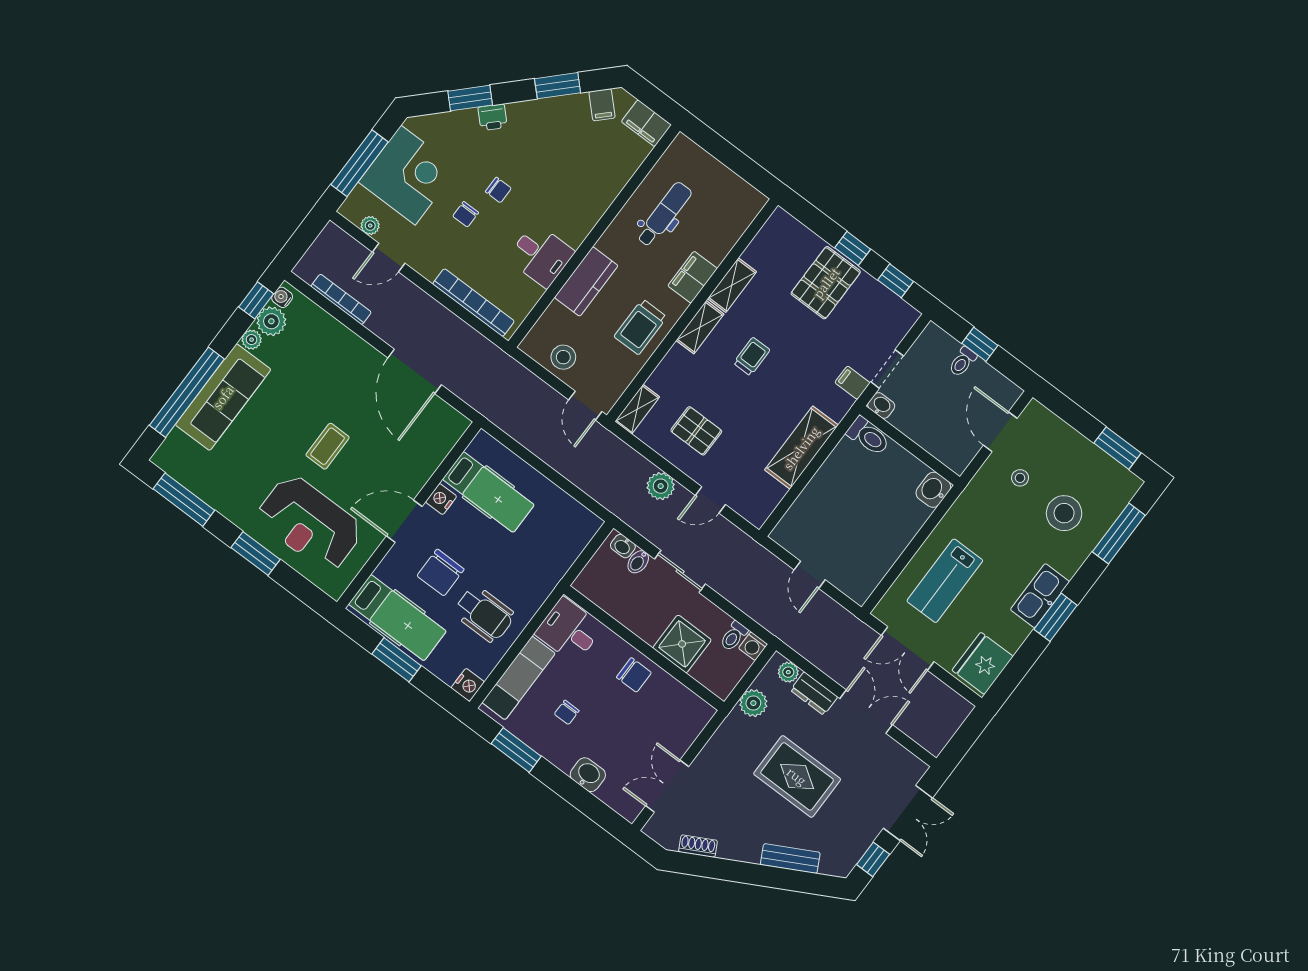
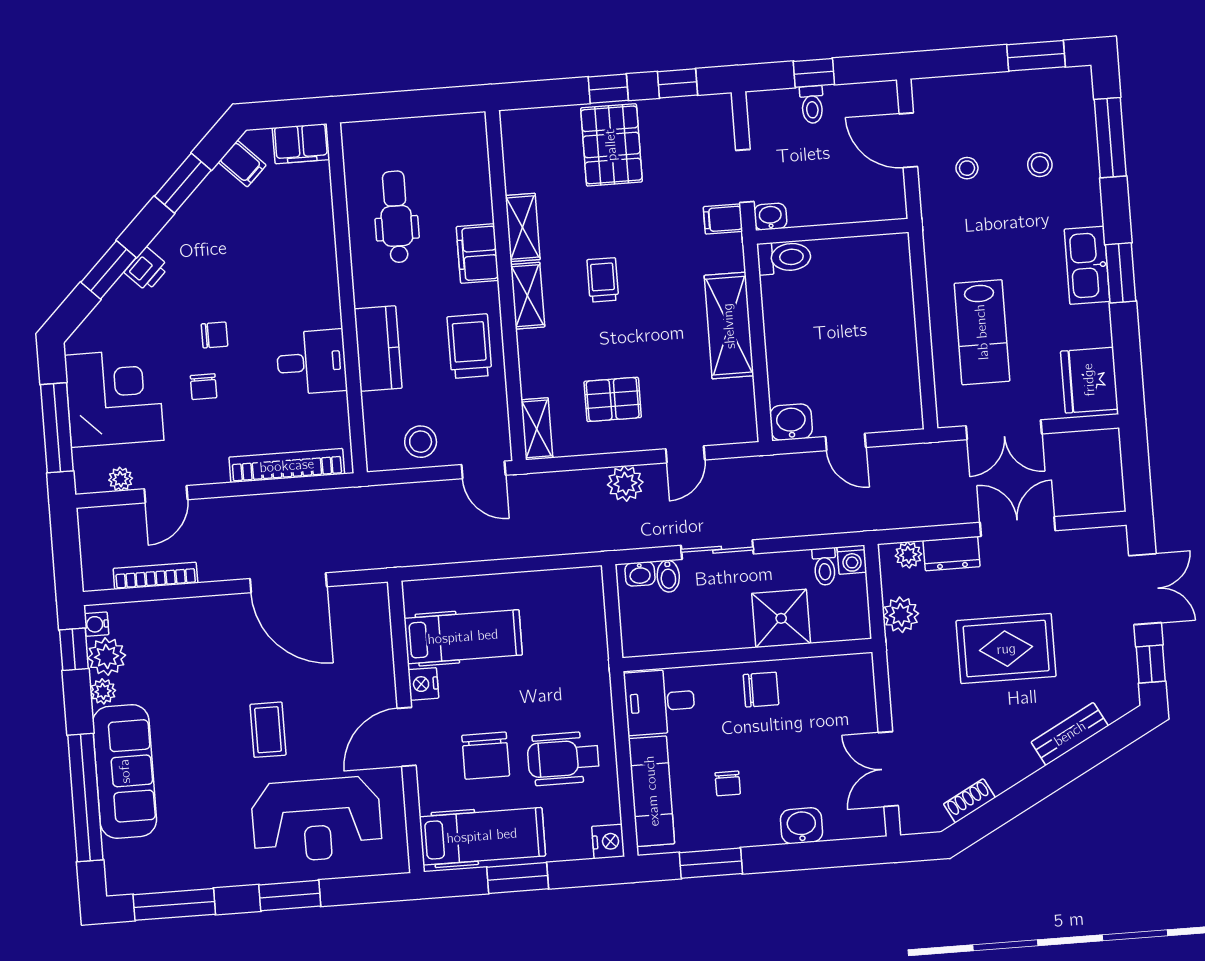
trolley: (640, 327) -> (469, 346), turned 180
washbasin: (933, 490) -> (791, 422), moved, turned 90
stool: (1064, 513) -> (1040, 165), width x0.53, depth x0.53
wheelchair: (484, 614) -> (563, 758), turned 180

